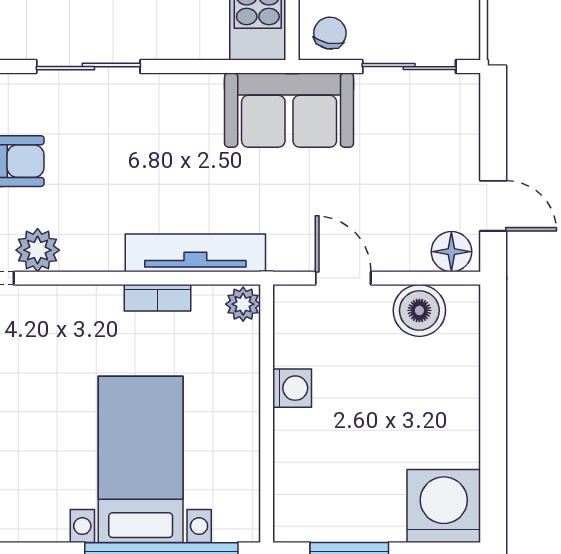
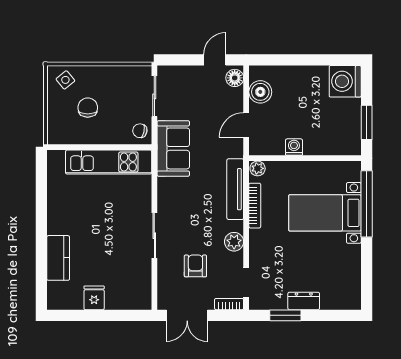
plant: (38, 250) -> (234, 242), moved
bookcase: (158, 298) -> (255, 206), width x1.56

